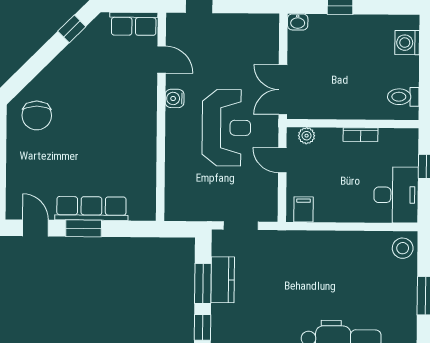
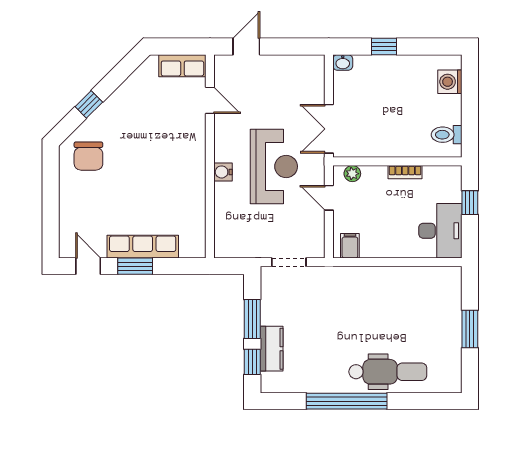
window: (72, 29) -> (89, 104), moved
water cooler: (175, 98) -> (223, 172), moved
stool: (403, 248) -> (447, 283), removed
kitchen counter: (223, 280) -> (272, 349), moved

